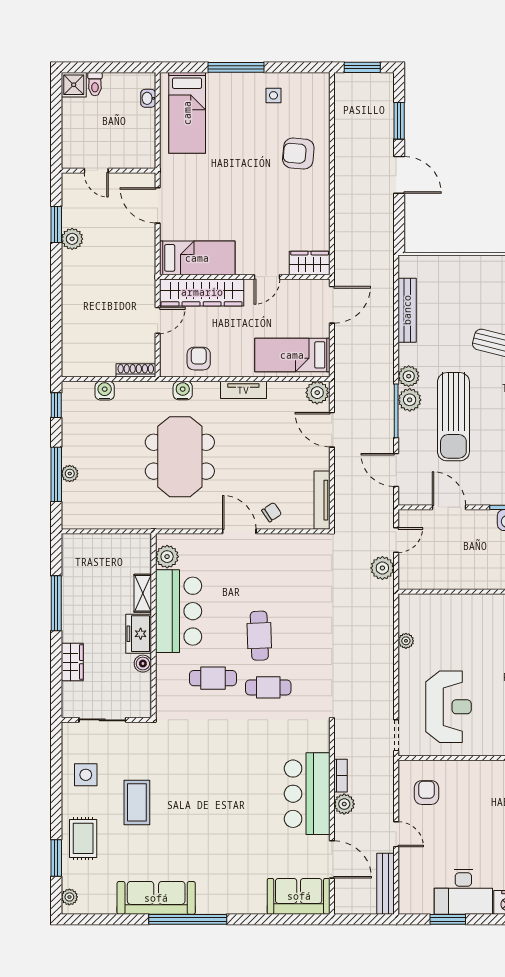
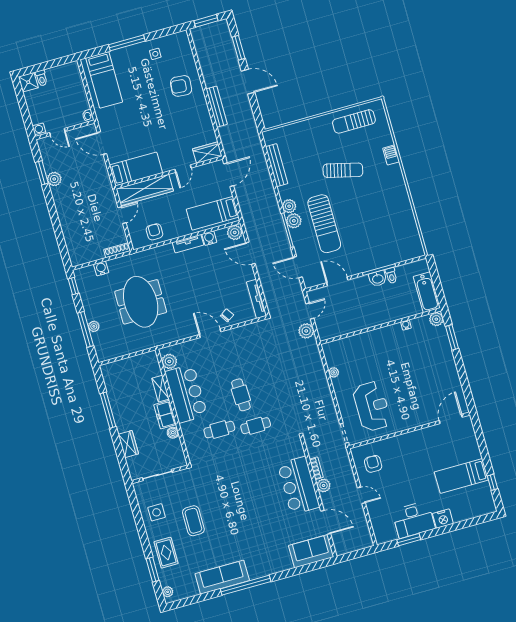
washbasin: (148, 98) -> (88, 116), moved
washing machine: (70, 160) -> (39, 130), added
water cooler: (183, 391) -> (209, 238), moved
meeting table: (180, 457) -> (141, 302), moved
bench: (386, 884) -> (217, 107), moved

